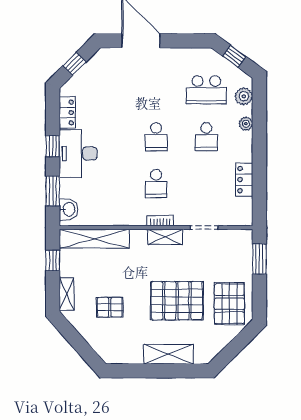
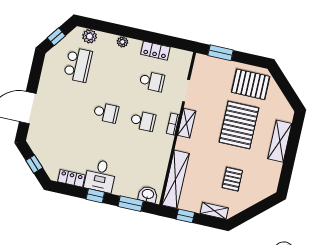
plant: (246, 124) -> (122, 42), moved
school desk: (206, 137) -> (152, 81), moved
desk: (78, 154) -> (100, 176), width x0.73

